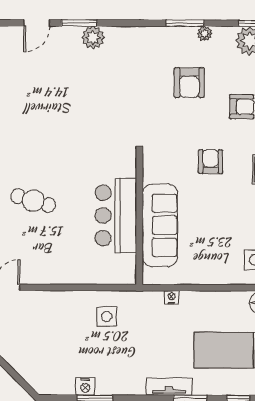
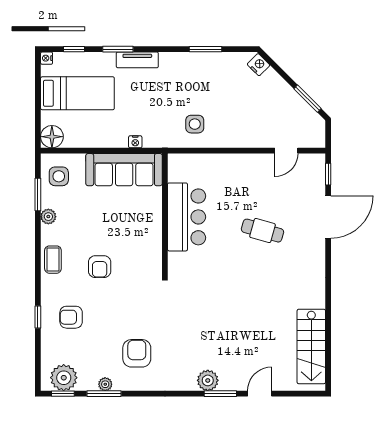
window: (185, 23) -> (104, 394), moved
armchair: (189, 83) -> (137, 353), moved
sofa: (160, 225) -> (124, 170), moved, turned -90
nightstand: (85, 386) -> (259, 65), moved, turned 45

